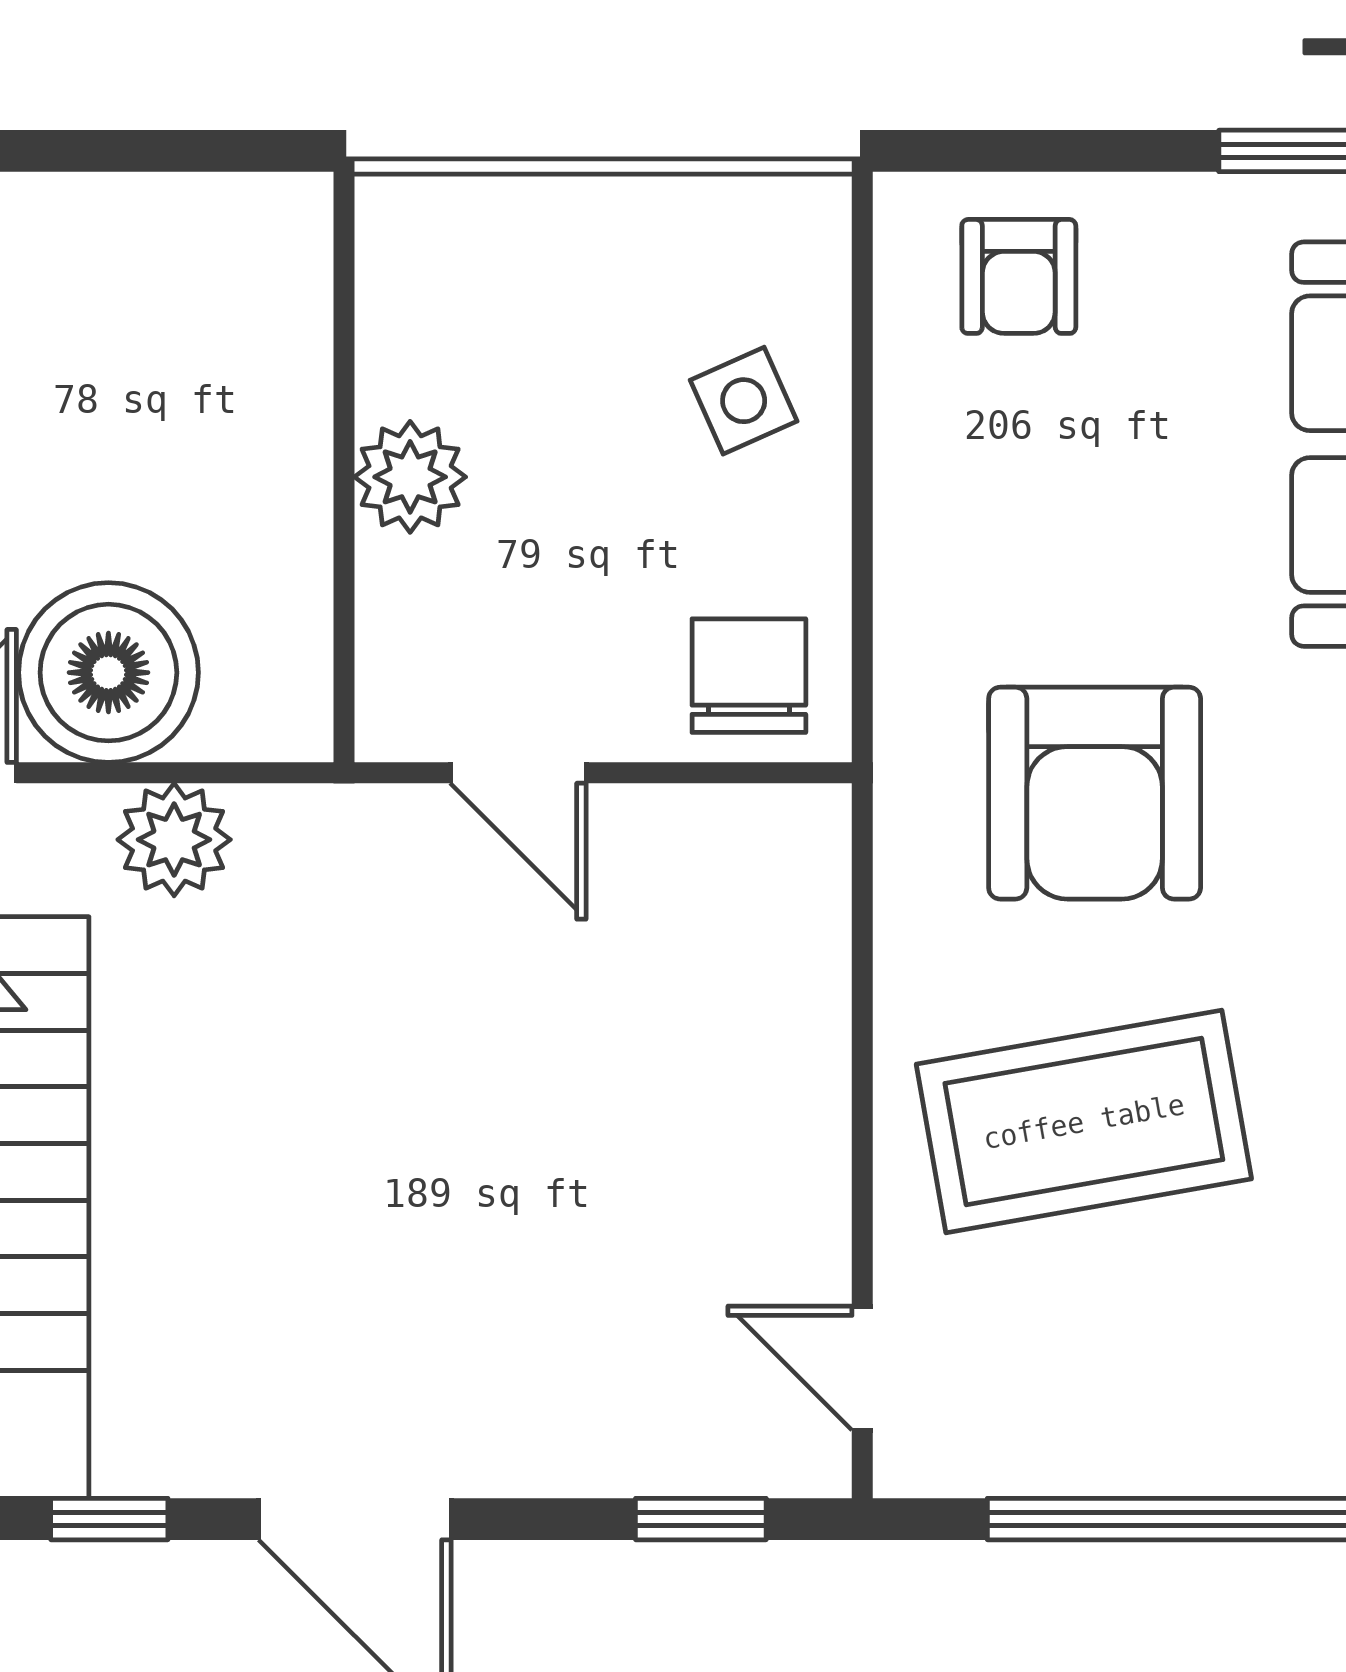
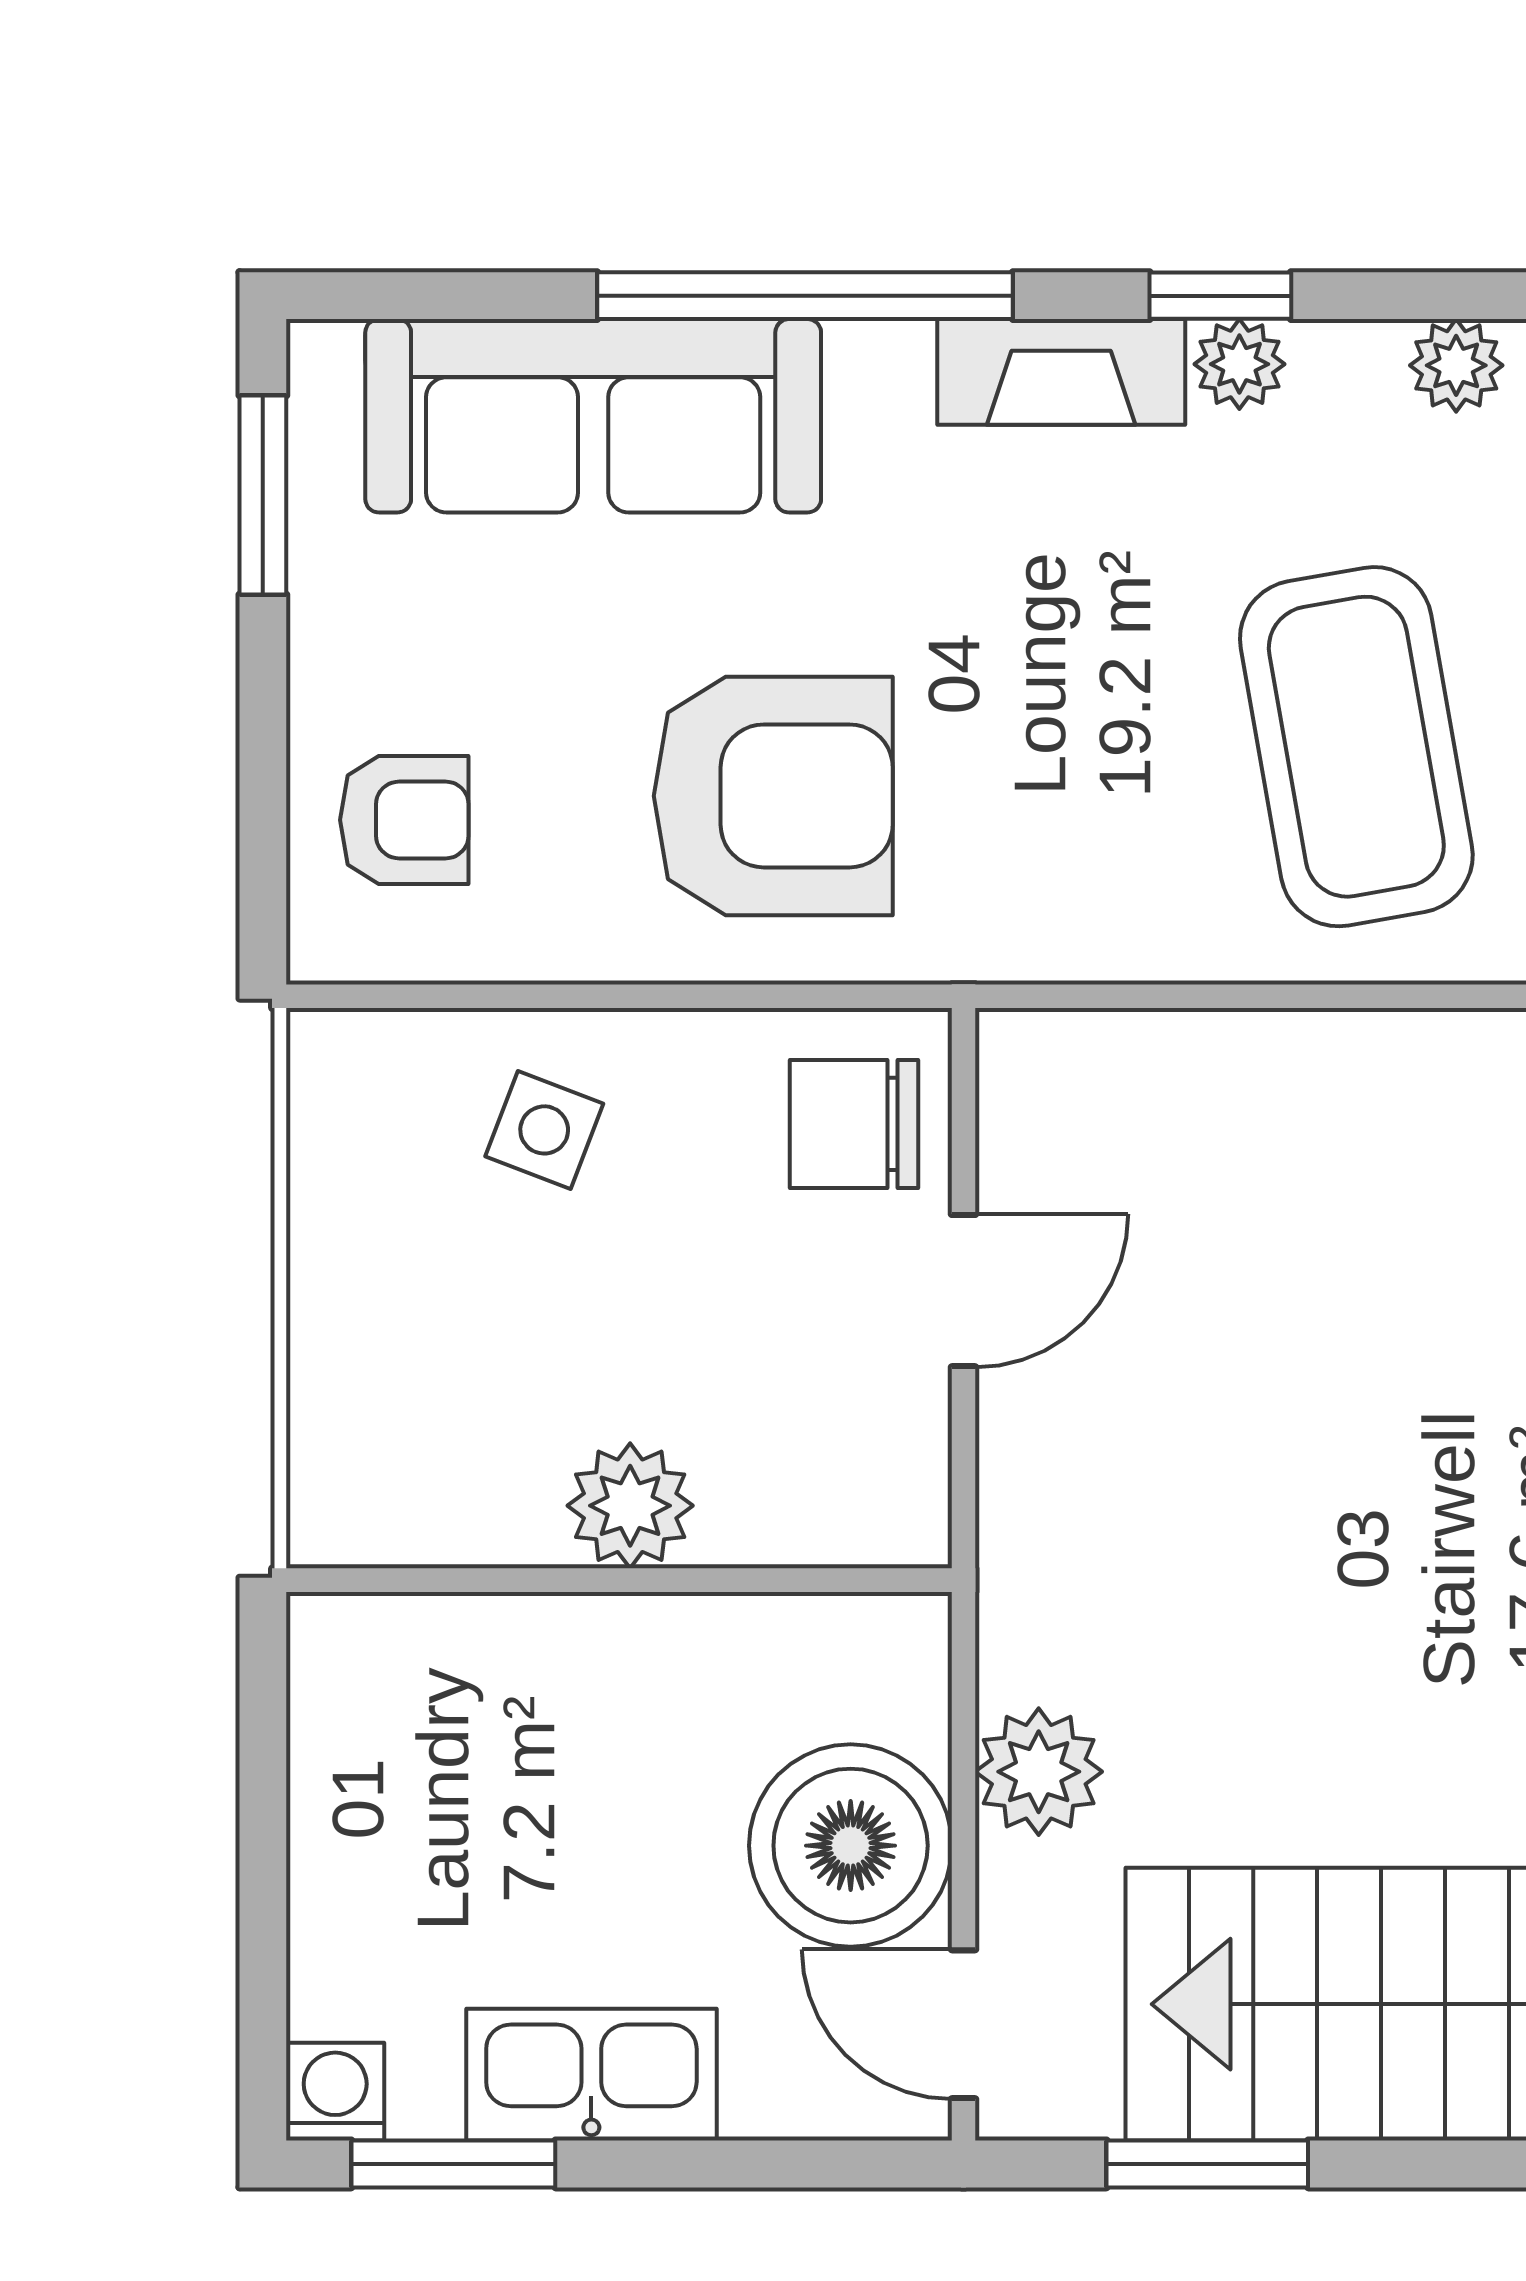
side table: (744, 401) -> (544, 1130), turned 45
door: (518, 773) -> (963, 1291), moved
armchair: (1095, 793) -> (773, 796), moved

